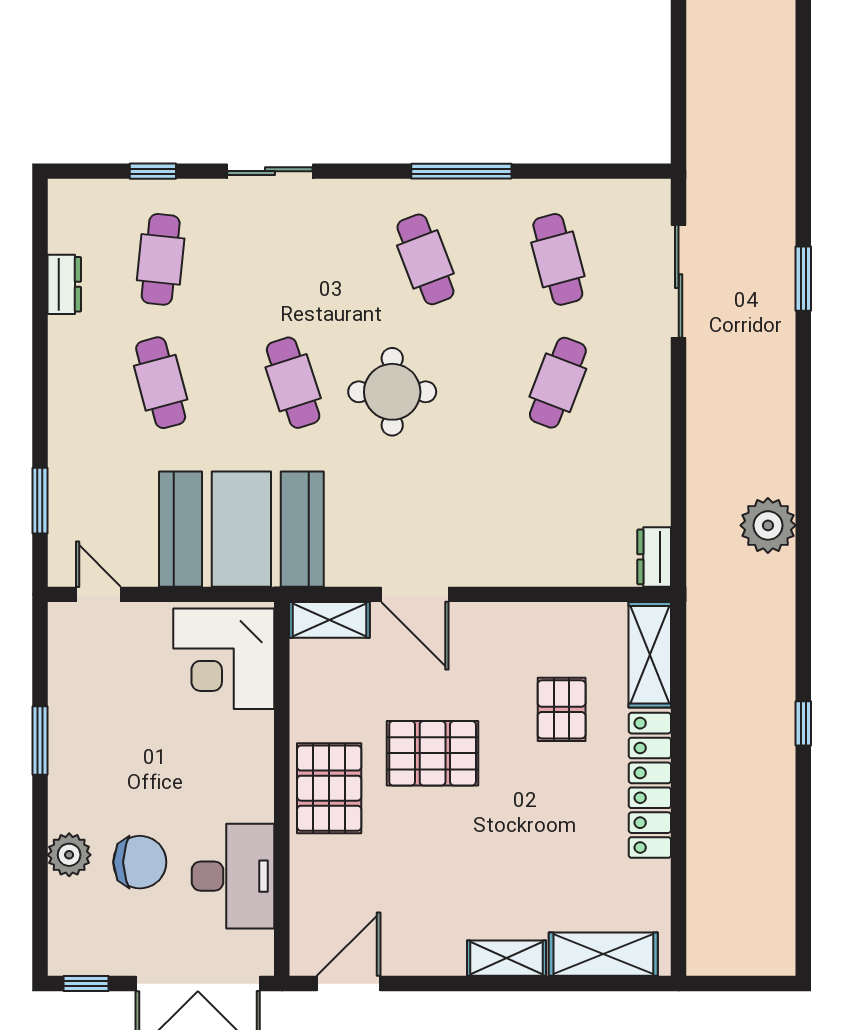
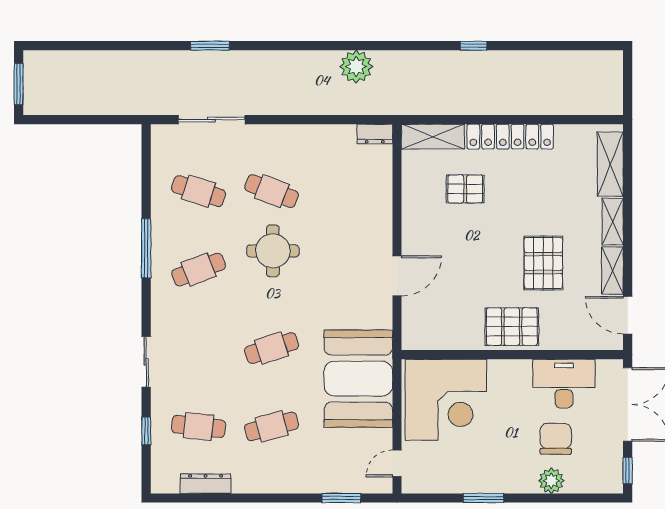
cafe table: (558, 259) -> (199, 191), turned 33
dresser: (64, 284) -> (206, 484), width x1.44
round table: (392, 392) -> (273, 251), moved
shelving: (329, 620) -> (612, 270), moved
corner desk: (224, 659) -> (446, 400), width x1.36, depth x1.36
pallet: (433, 753) -> (543, 263), moved

